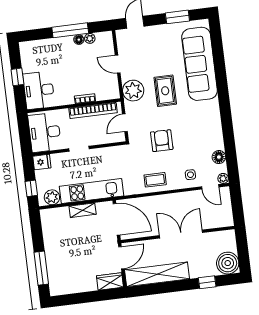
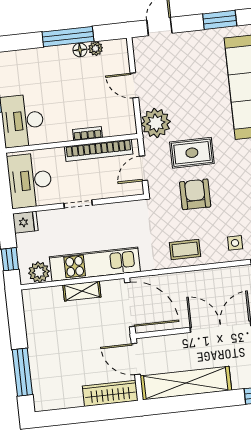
rug: (165, 91) -> (192, 153), moved, turned 90
door: (121, 258) -> (136, 359), swing flipped
wardrobe: (110, 281) -> (110, 393), width x1.50

